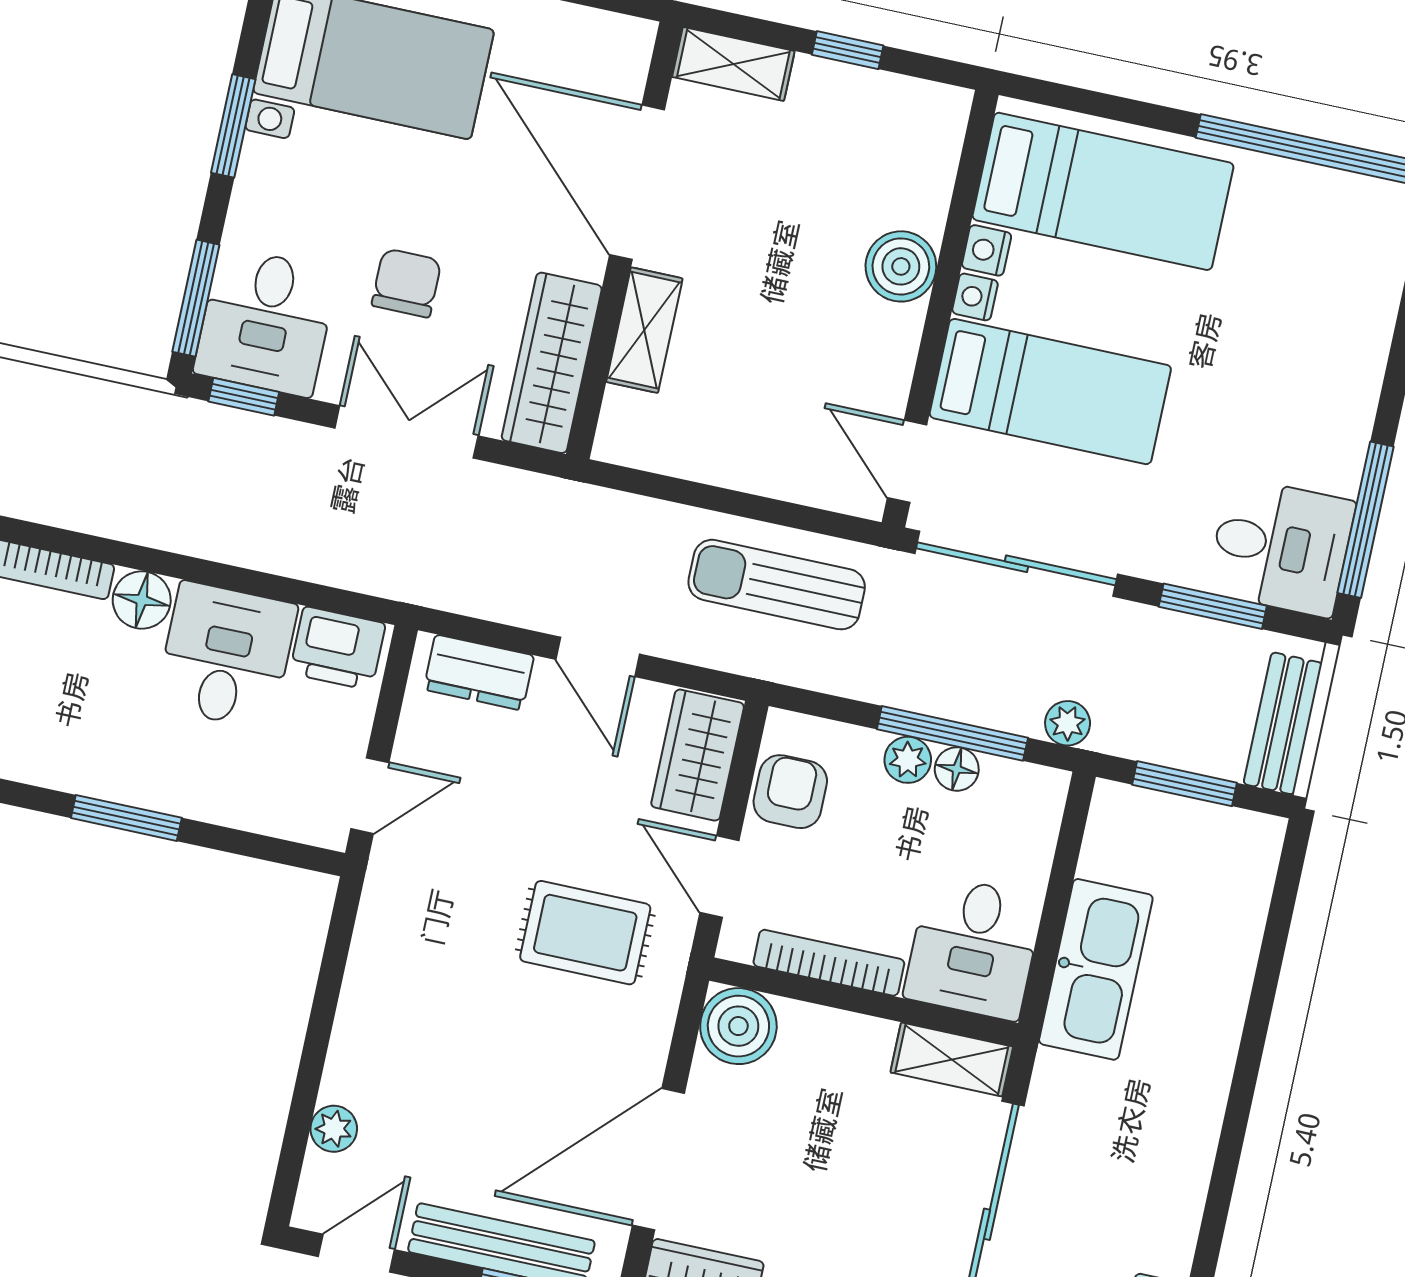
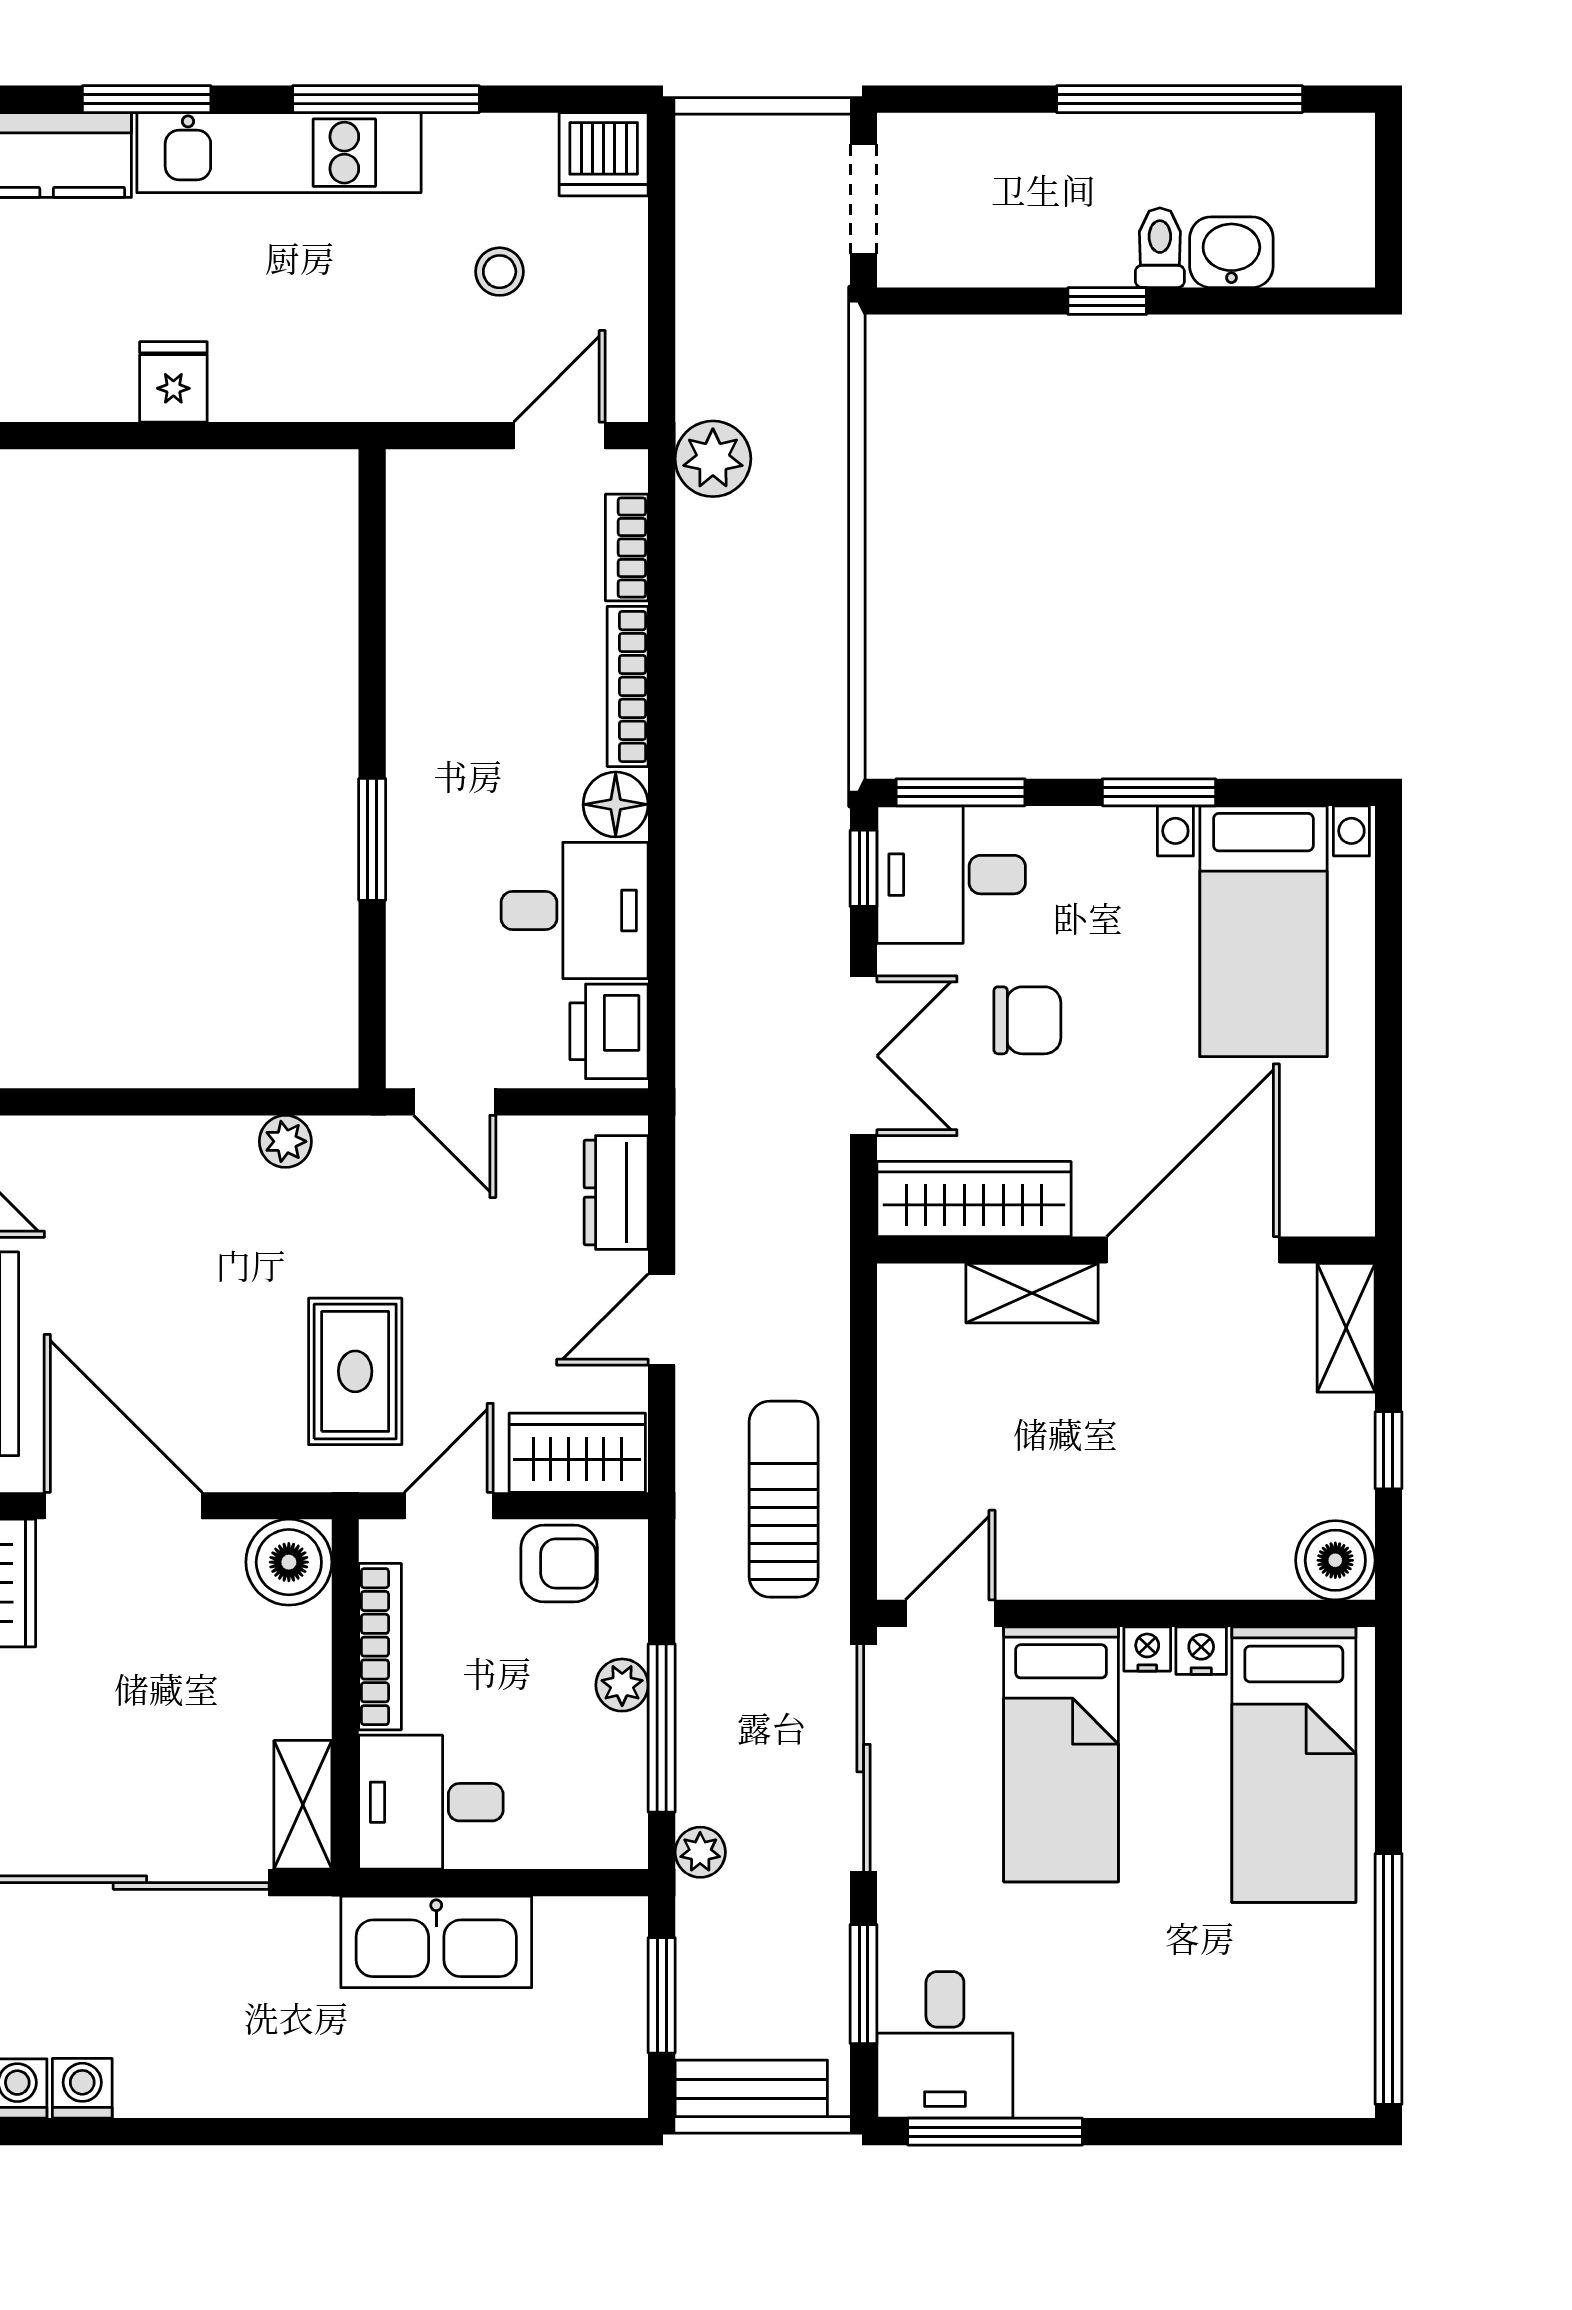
boiler: (901, 266) -> (1335, 1560), moved
floor lamp: (957, 769) -> (624, 1741), removed
plant: (334, 1129) -> (285, 1141), moved

